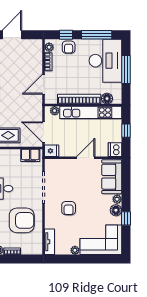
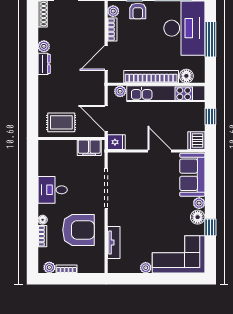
door: (86, 158) -> (159, 151), hinge flipped
armchair: (69, 208) -> (138, 214), removed
tv unit: (50, 242) -> (114, 242), moved

